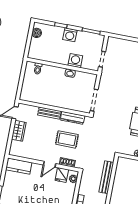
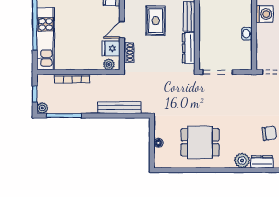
washing machine: (75, 61) -> (265, 14), moved
rug: (67, 139) -> (156, 21), moved
door: (50, 164) -> (122, 30), hinge flipped

